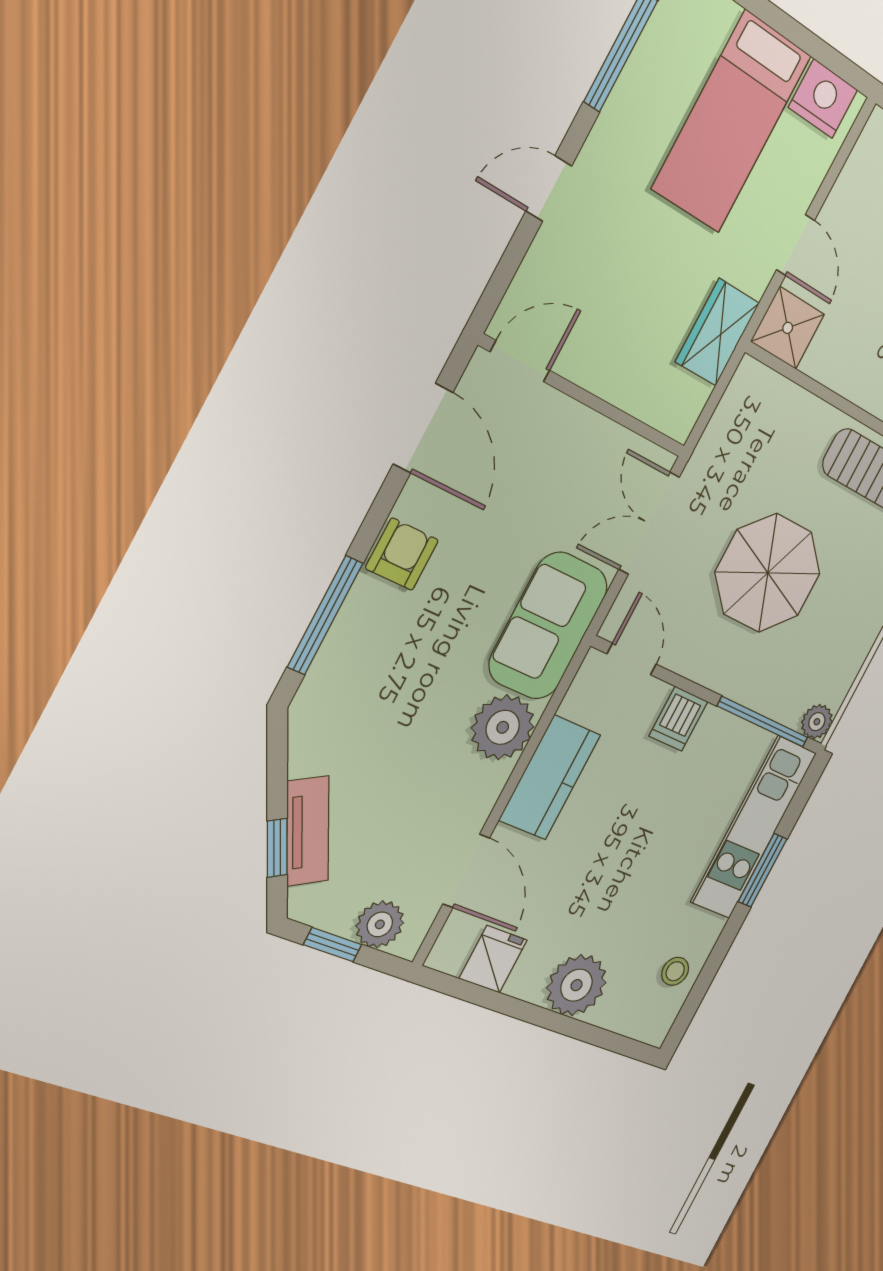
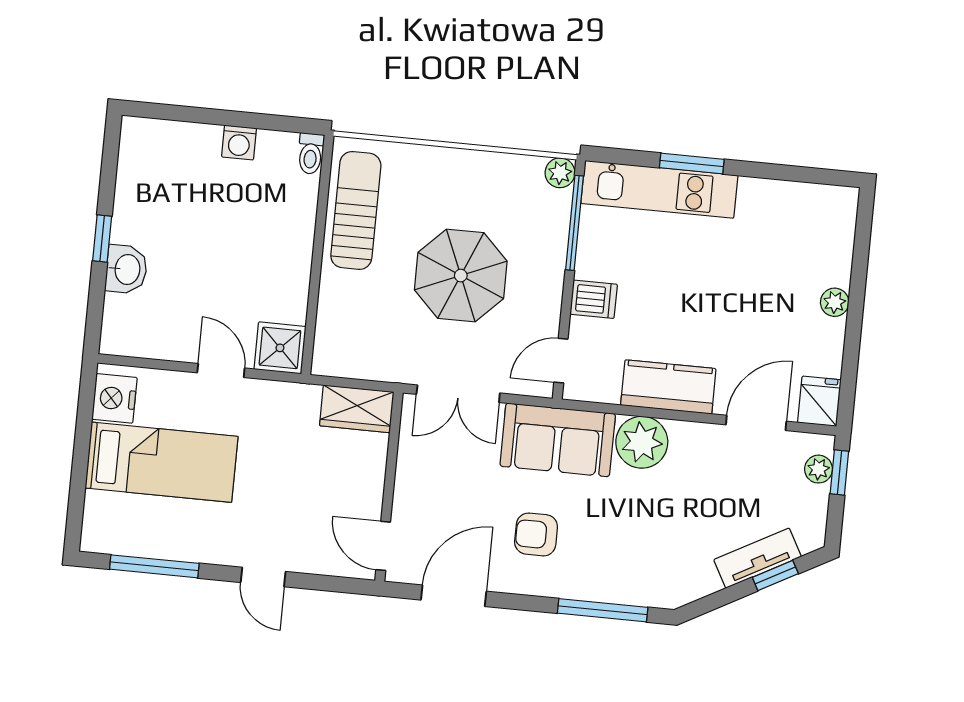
door: (795, 245) -> (221, 370), hinge flipped
wardrobe: (717, 332) -> (357, 409), moved
armchair: (402, 554) -> (536, 534), moved
plant: (380, 924) -> (818, 469), width x0.73, depth x0.73
window: (333, 945) -> (839, 472), moved
fridge: (493, 959) -> (819, 401), moved, turned 90
stool: (675, 971) -> (793, 205), removed
plant: (577, 985) -> (835, 302), width x0.53, depth x0.53

